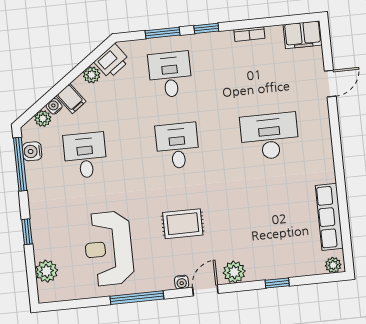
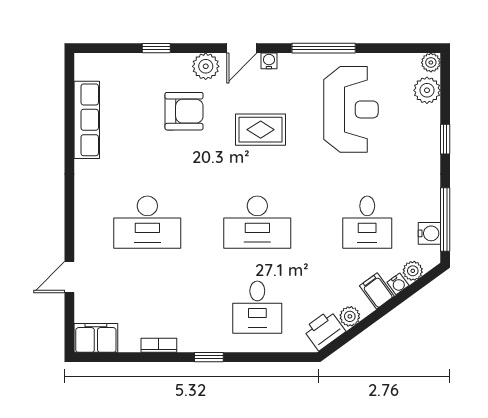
window: (163, 33) -> (261, 357), removed
desk: (177, 146) -> (257, 222), width x1.37
armchair: (248, 233) -> (184, 111), added
plant: (333, 265) -> (431, 62), moved

